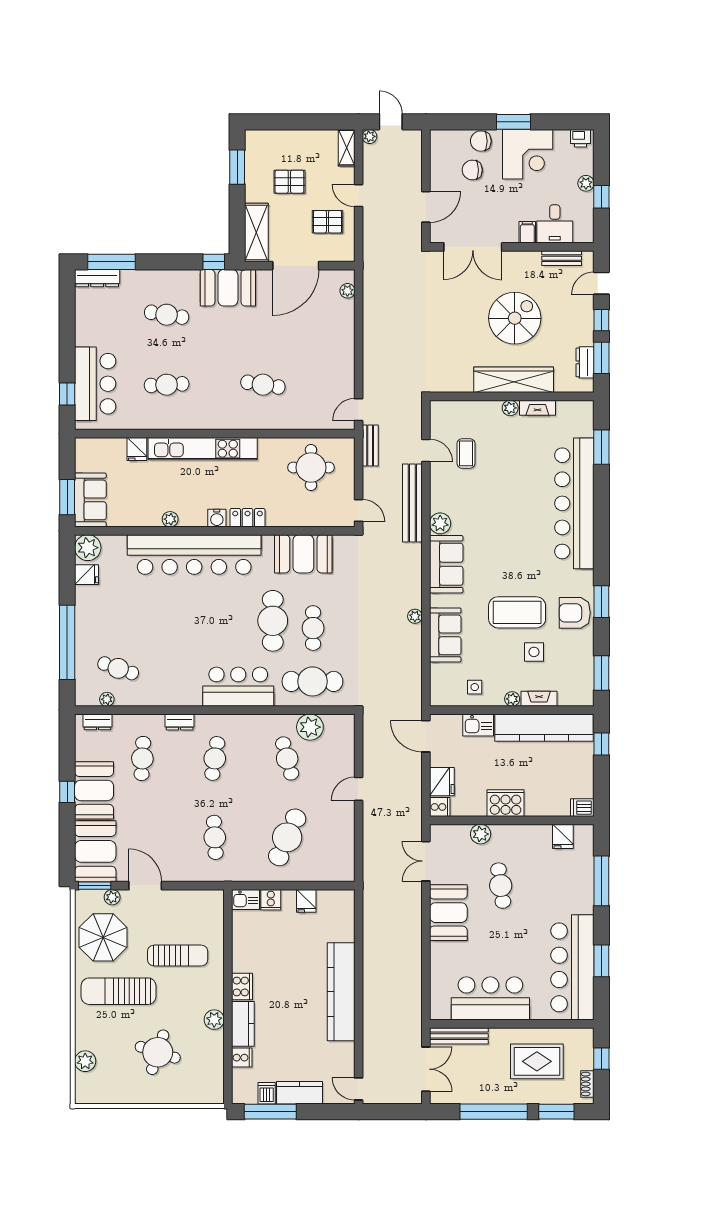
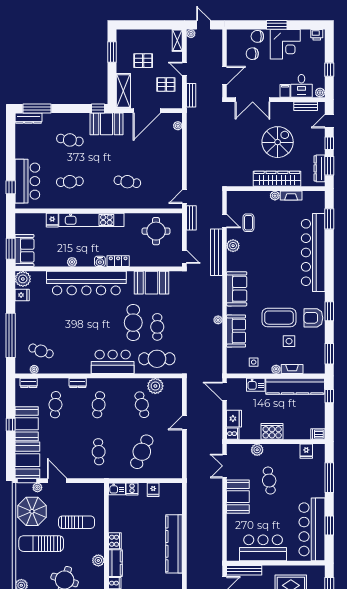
plant: (586, 183) -> (320, 93), moved
bench: (370, 240) -> (191, 95), added
dresser: (585, 362) -> (320, 168), width x1.44
plant: (440, 523) -> (233, 246), moved

